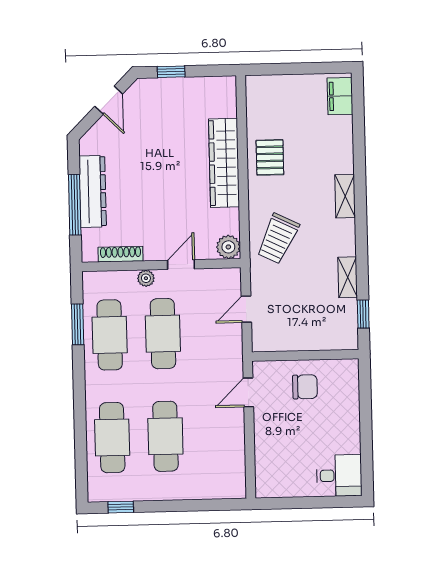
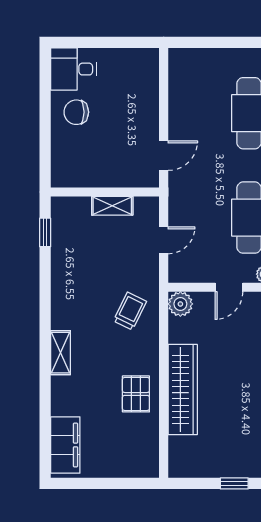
filing cabinet: (340, 96) -> (65, 445), width x1.50, depth x1.17
trolley: (278, 239) -> (130, 311), width x0.73, depth x0.72
shelving: (348, 277) -> (112, 206), moved, turned 90
chair: (305, 387) -> (76, 112), moved

